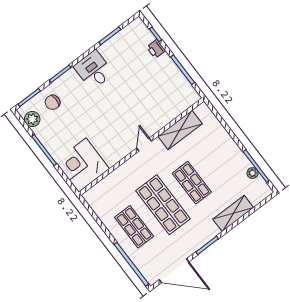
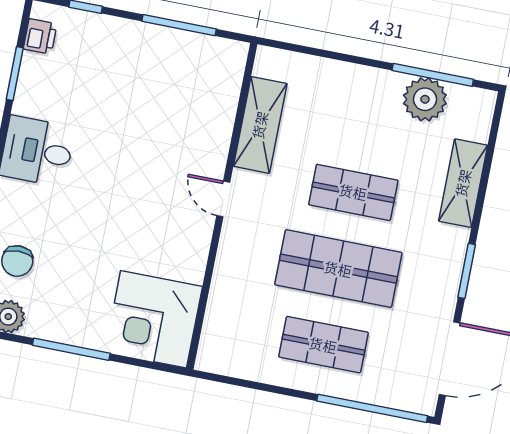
printer: (156, 49) -> (40, 36), moved, turned -90
plant: (253, 173) -> (425, 99), width x1.88, depth x1.88

